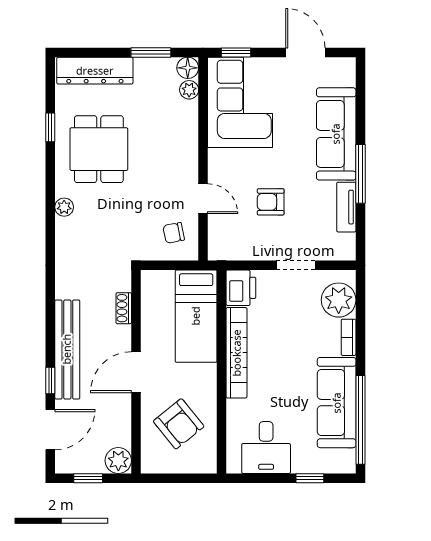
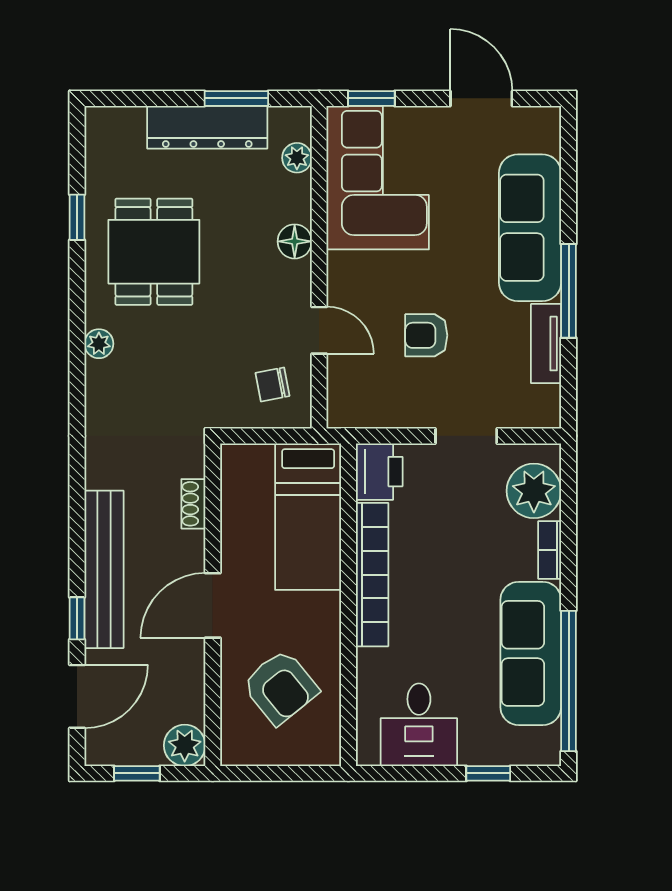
floor lamp: (188, 68) -> (295, 241), moved
dresser: (95, 71) -> (207, 127), moved

